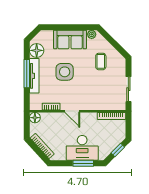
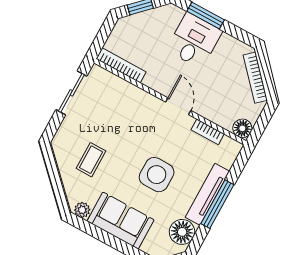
desk: (82, 148) -> (194, 41), width x0.73

